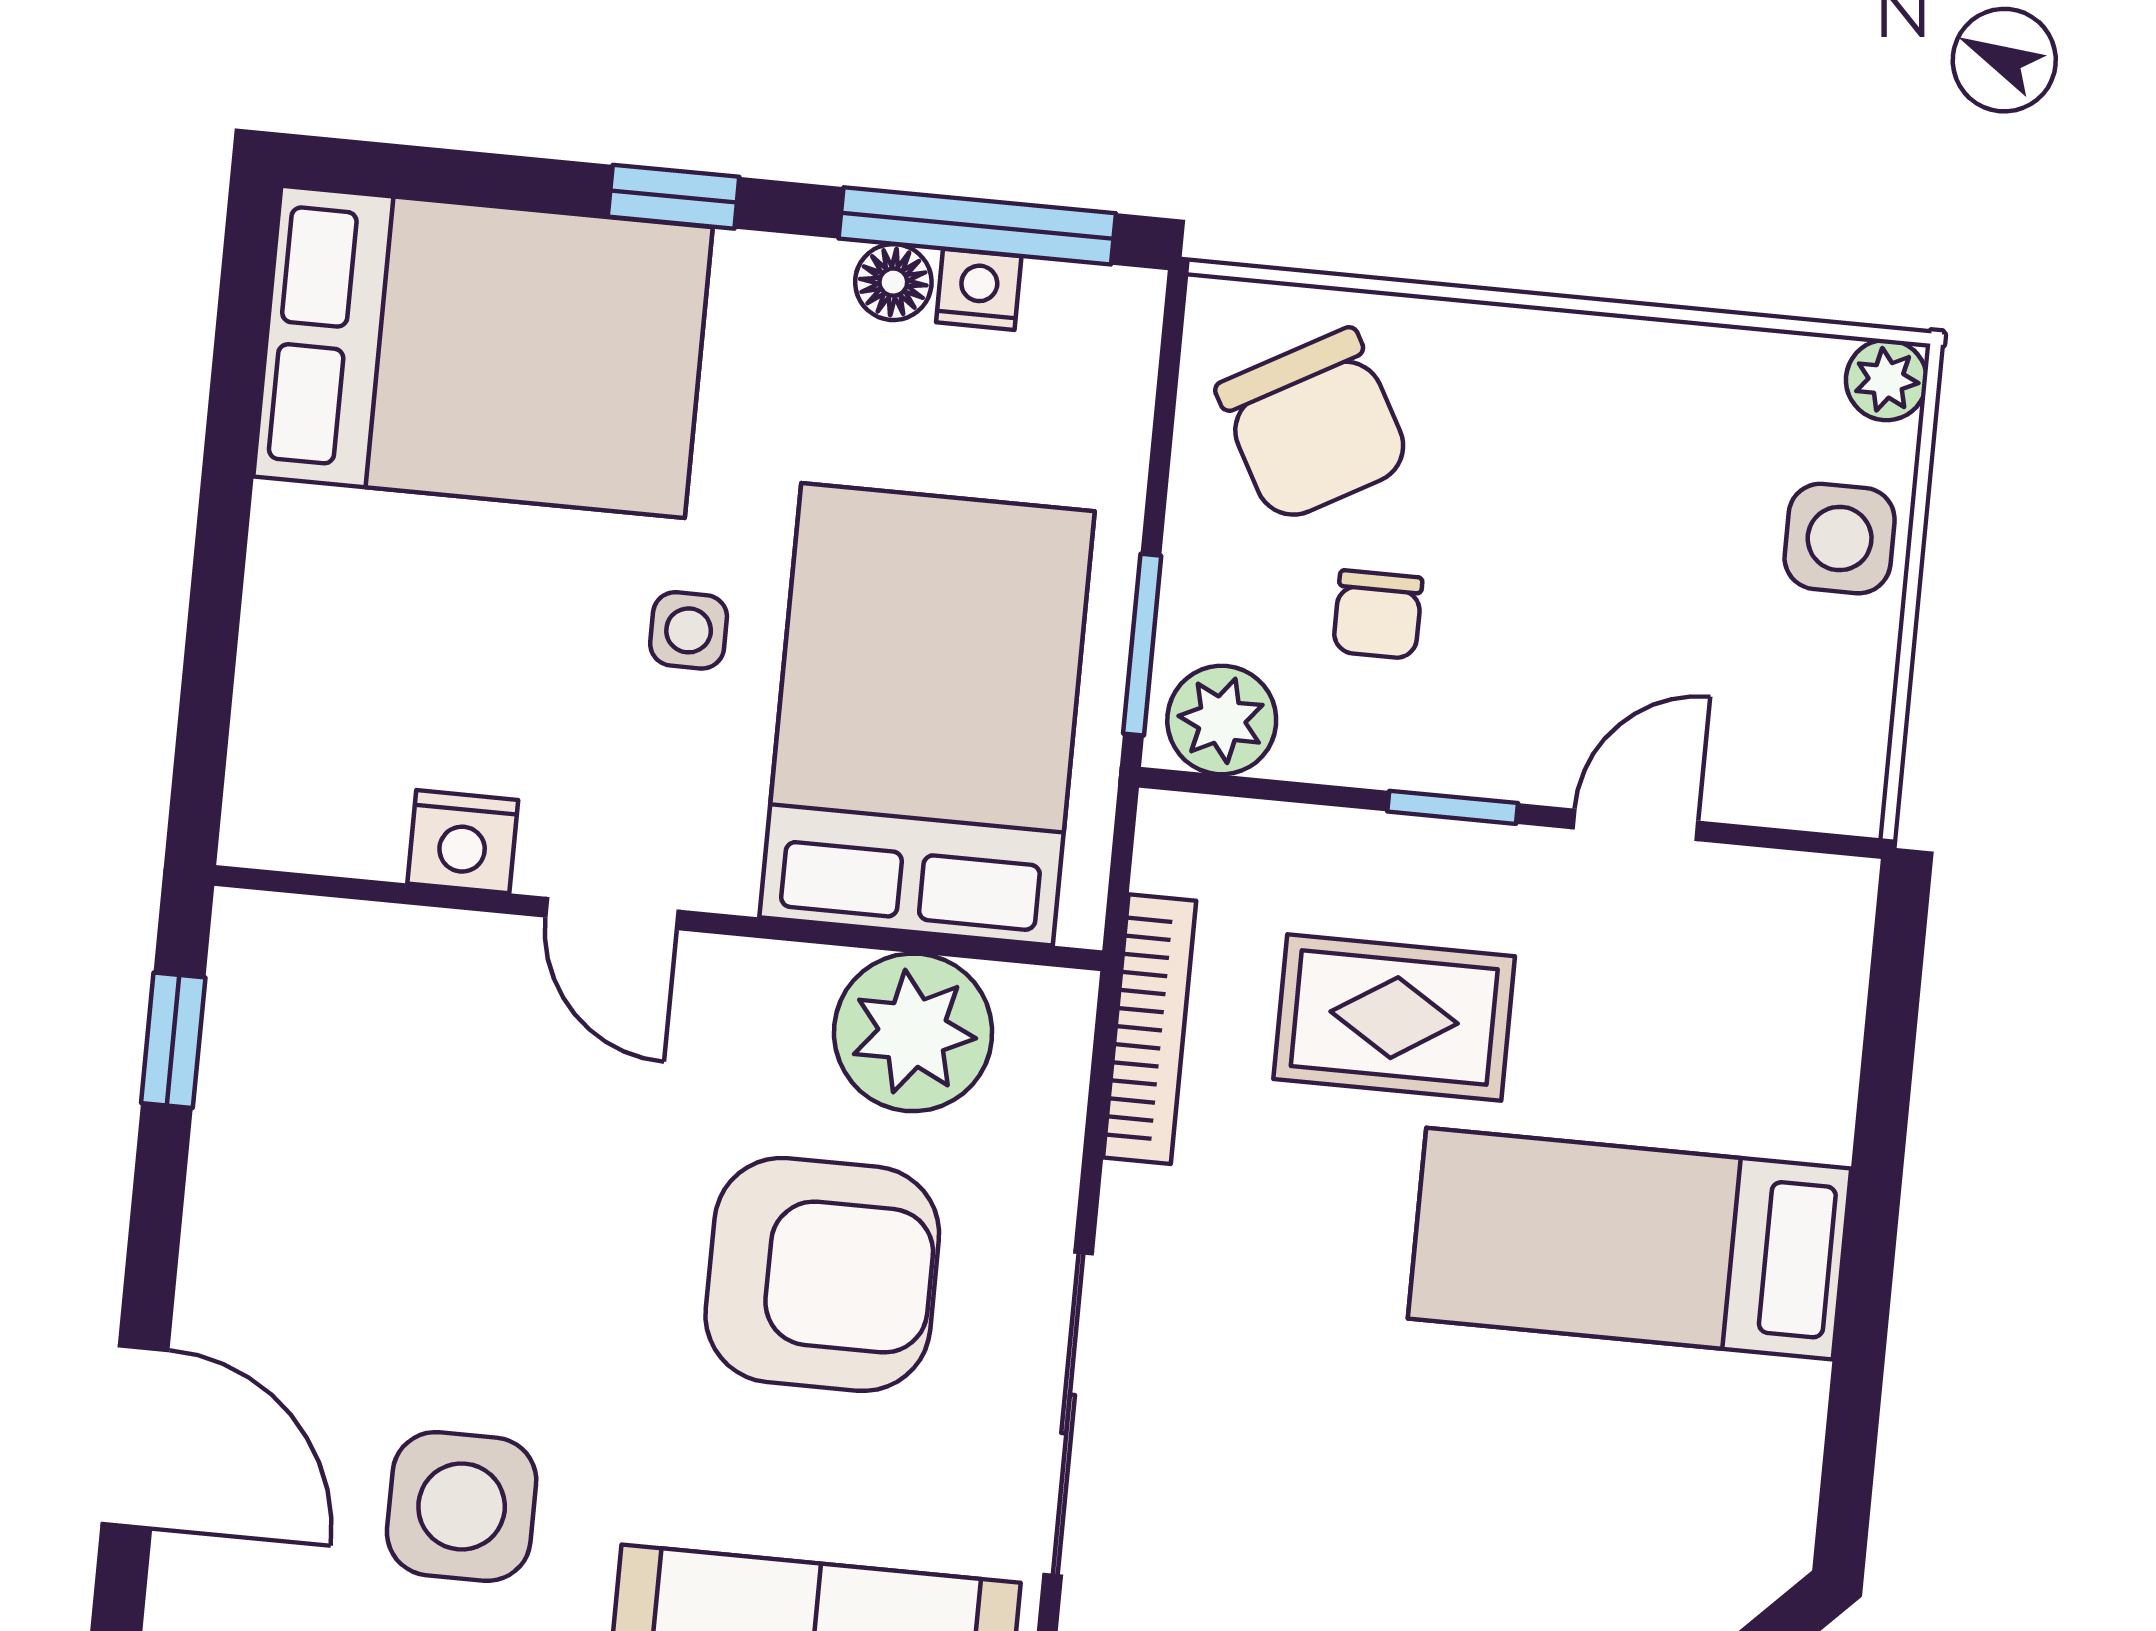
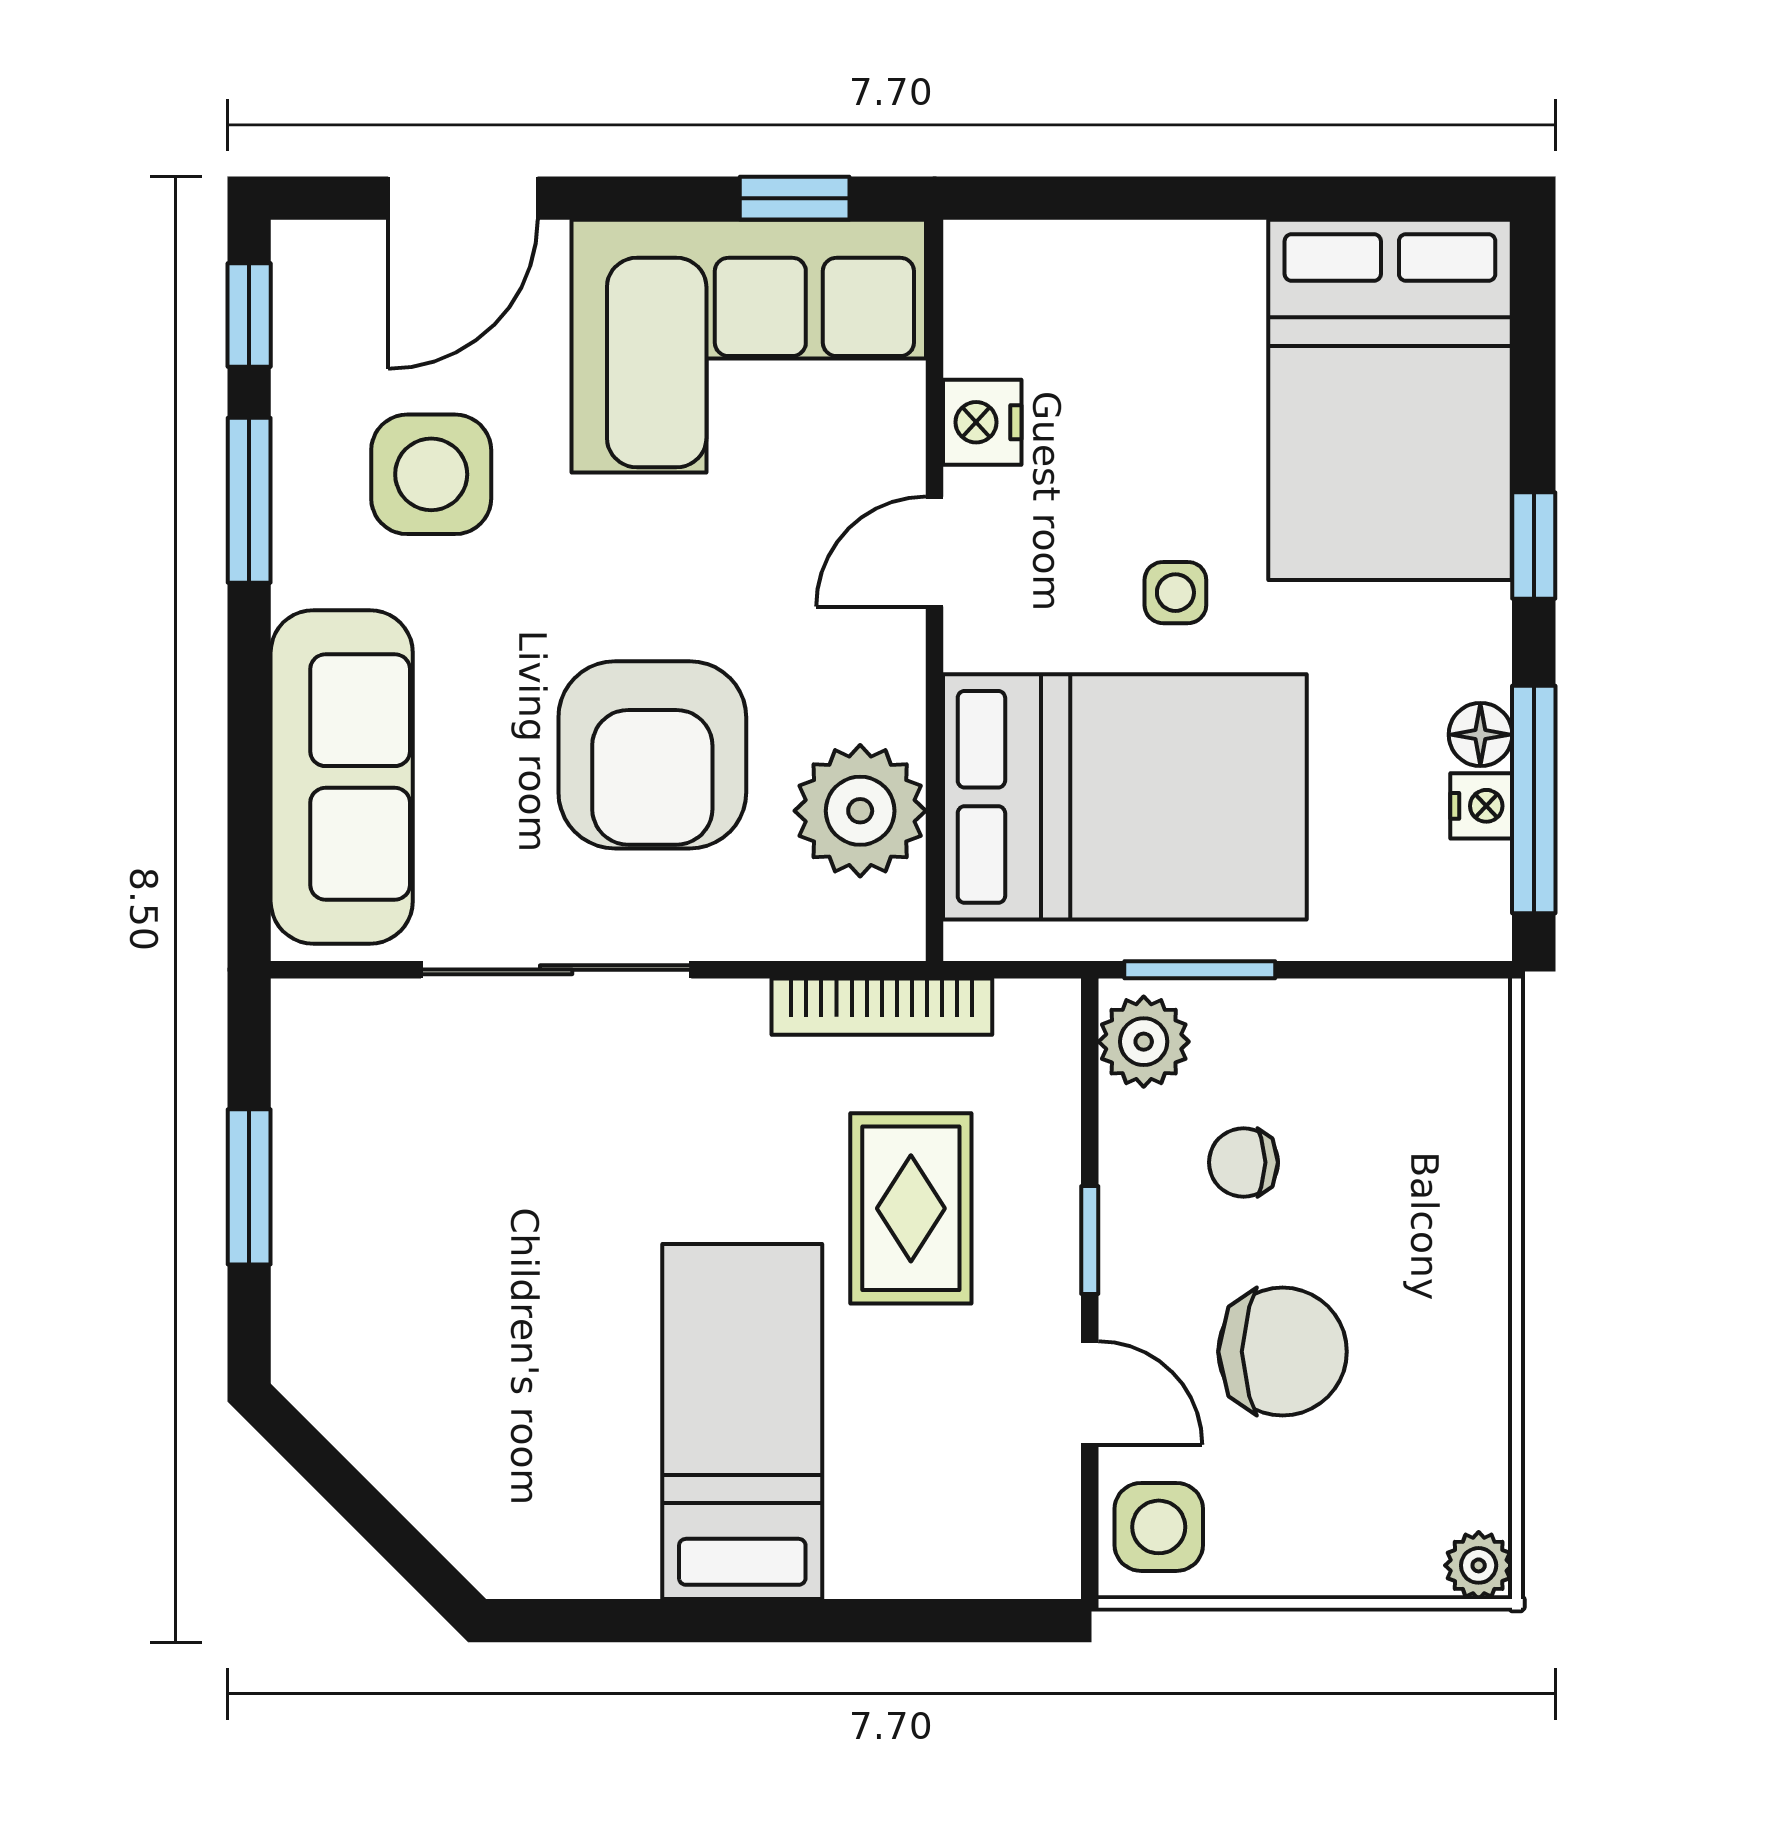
chair: (1314, 425) -> (1283, 1352), moved, turned -151
side table: (1840, 539) -> (1159, 1527), moved
corner sofa: (345, 1112) -> (749, 346), added

